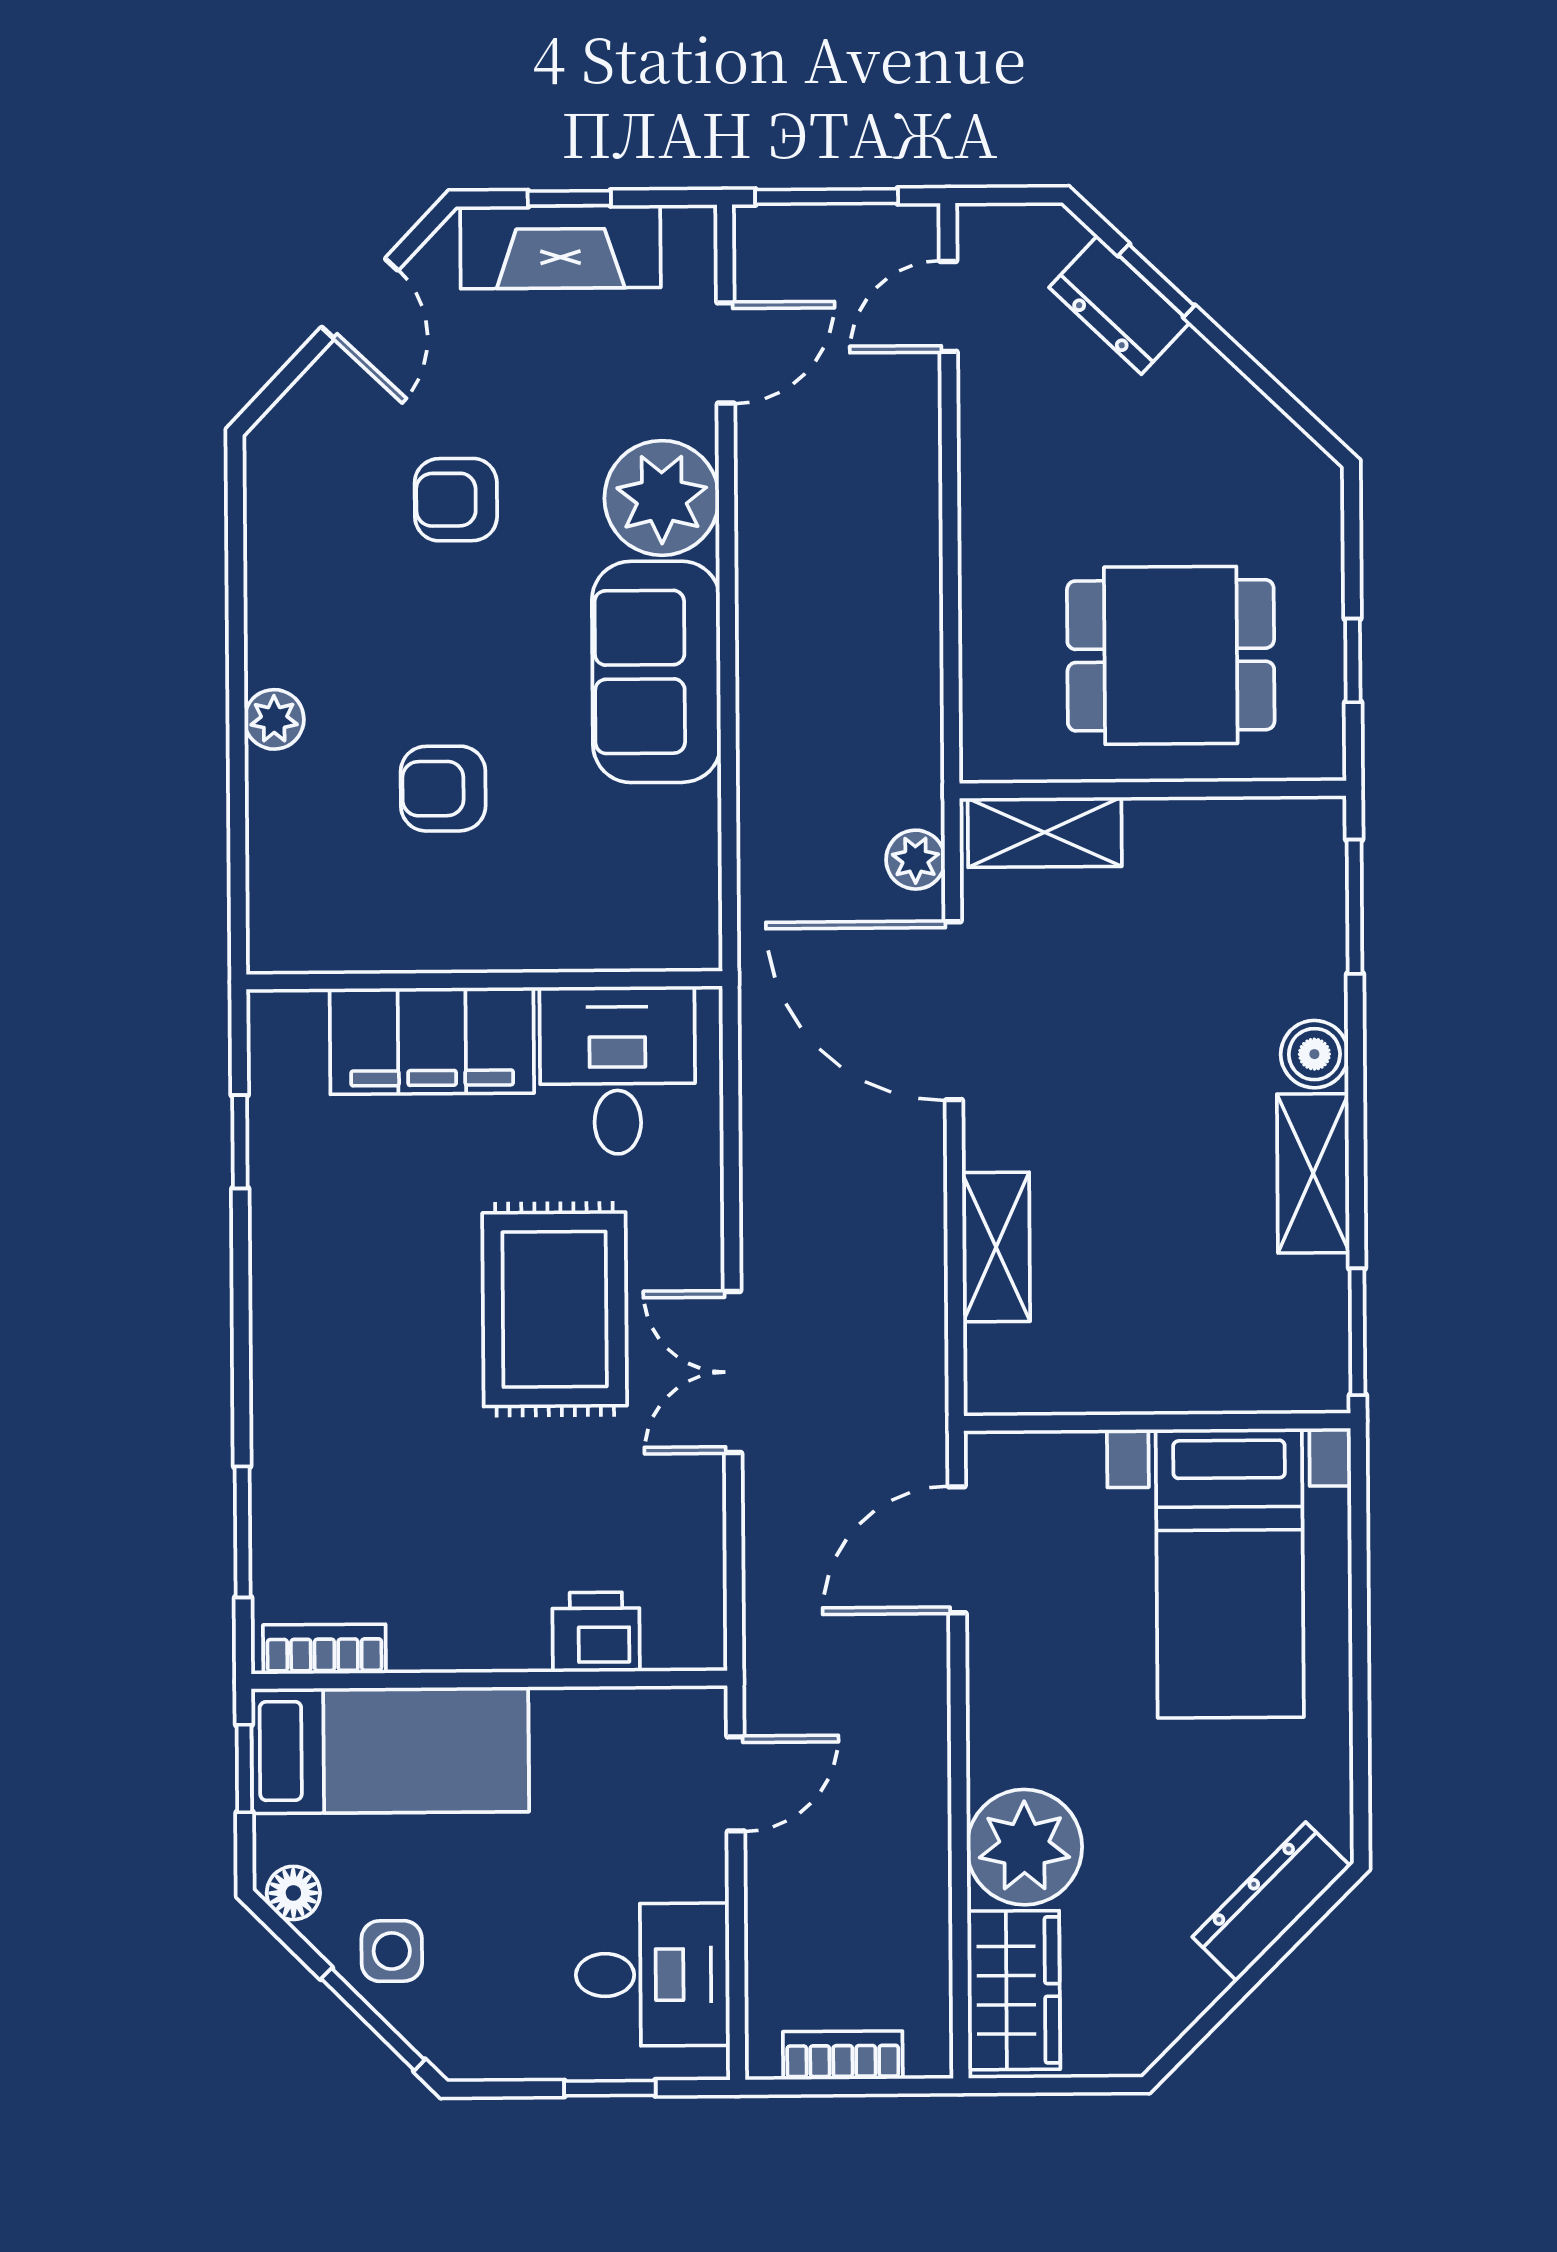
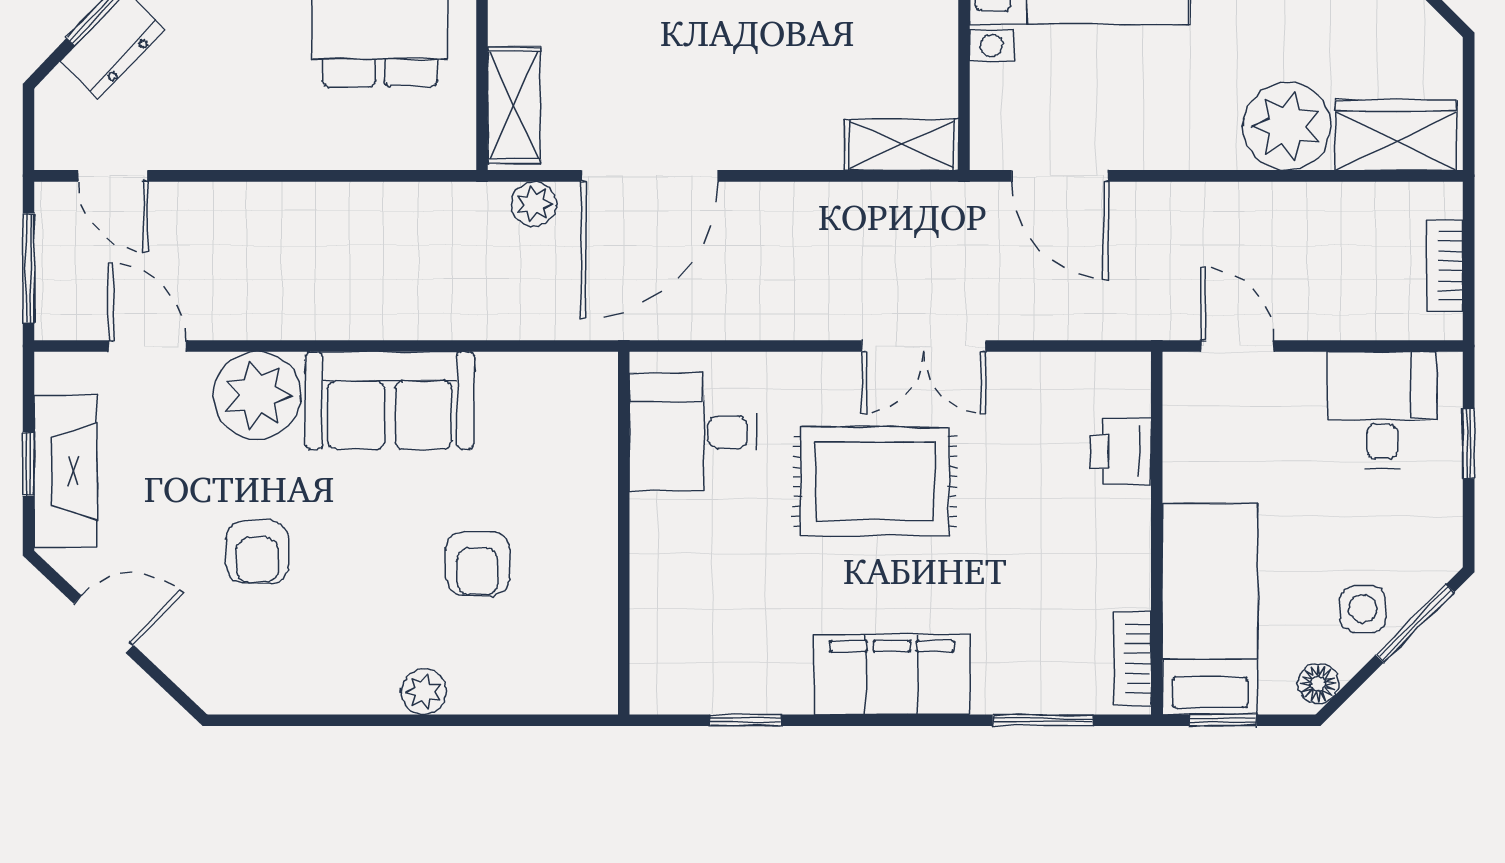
filing cabinet: (432, 1041) -> (892, 674), moved, turned -90
shelving: (996, 1247) -> (901, 145), moved

